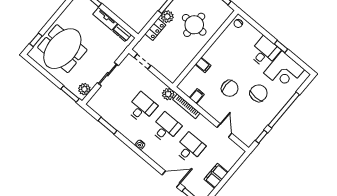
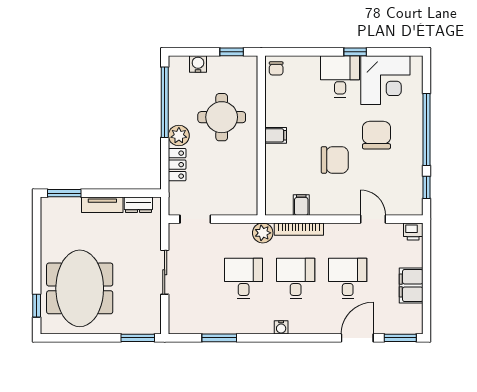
filing cabinet: (203, 65) -> (276, 135), moved
plant: (84, 89) -> (151, 316), removed
printer: (238, 152) -> (413, 231), added

